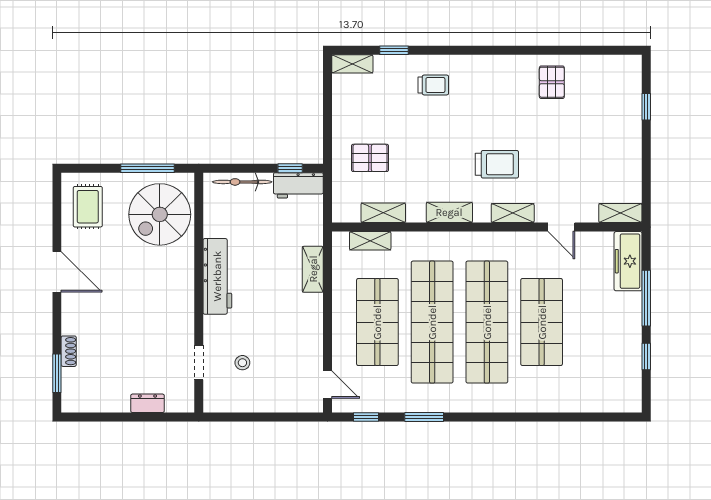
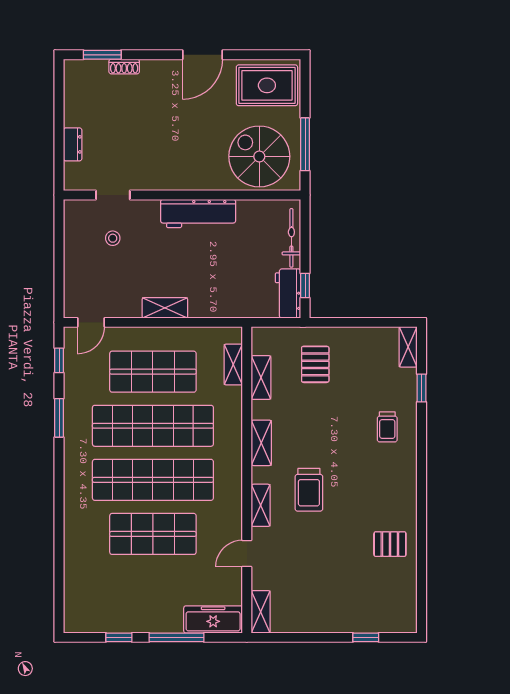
rug: (88, 207) -> (267, 85), width x1.36, depth x1.43
shelving: (313, 269) -> (165, 308), moved

